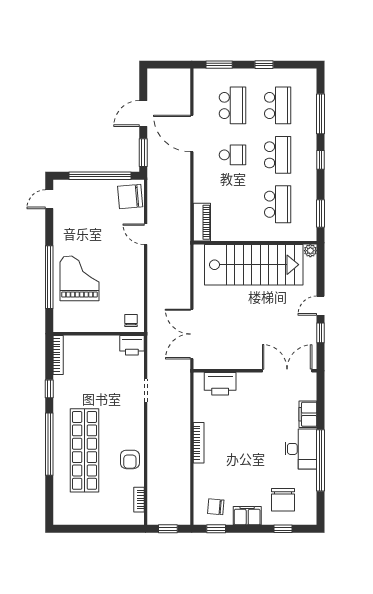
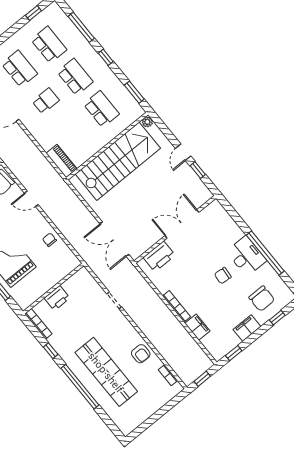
window: (264, 65) -> (33, 13), moved
chair: (131, 321) -> (49, 240), moved
printer: (132, 345) -> (57, 298), moved
double door: (287, 371) -> (182, 224), moved
filing cabinet: (308, 414) -> (197, 327), moved, turned 180
chair: (216, 507) -> (223, 276), moved

